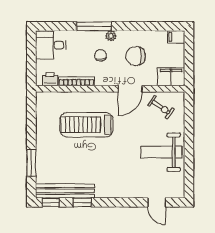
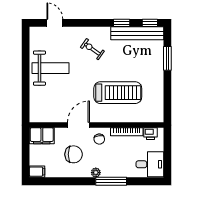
chair: (100, 55) -> (99, 139), moved
exercise bike: (161, 107) -> (92, 49), moved

